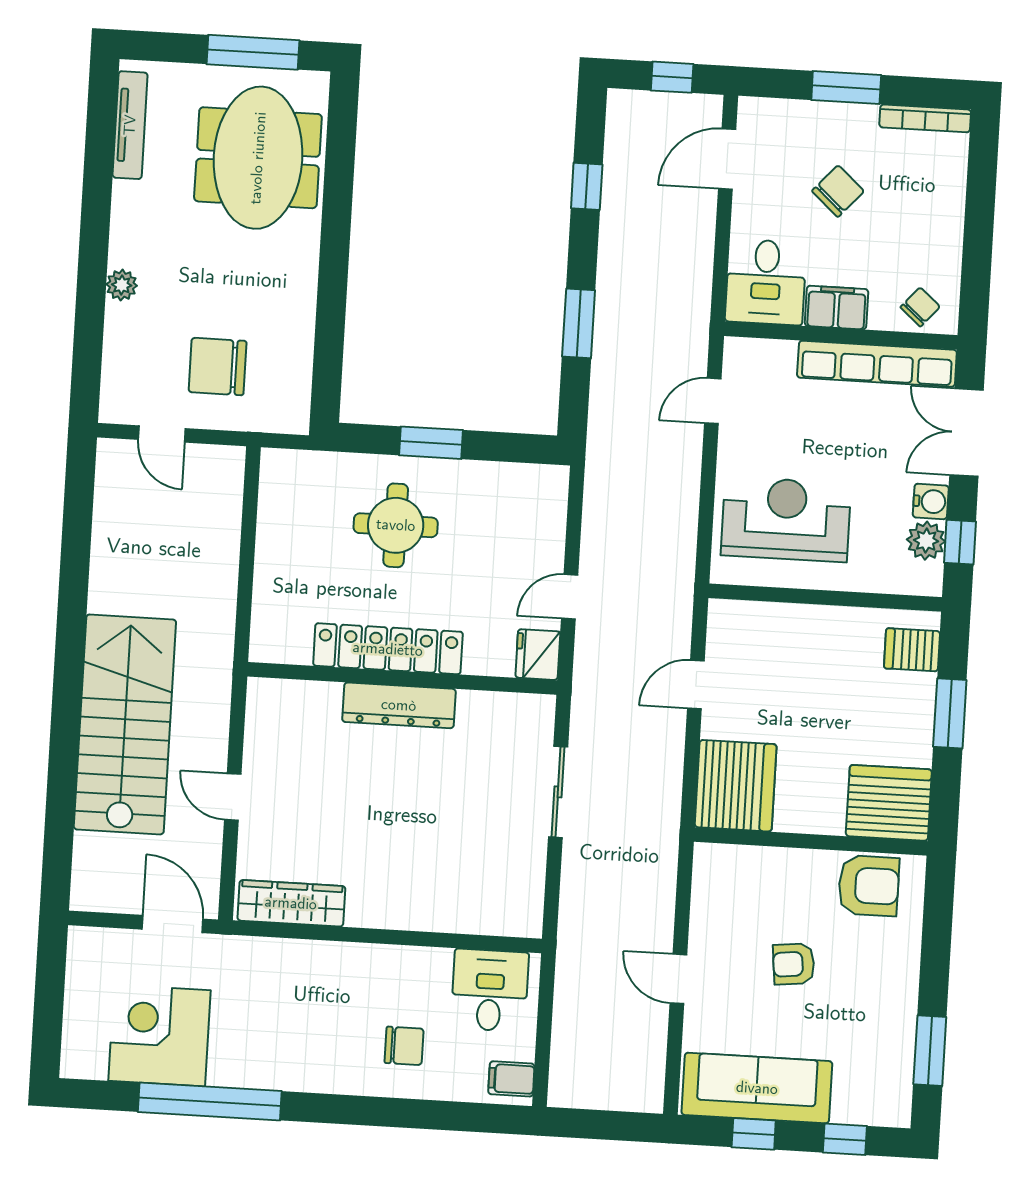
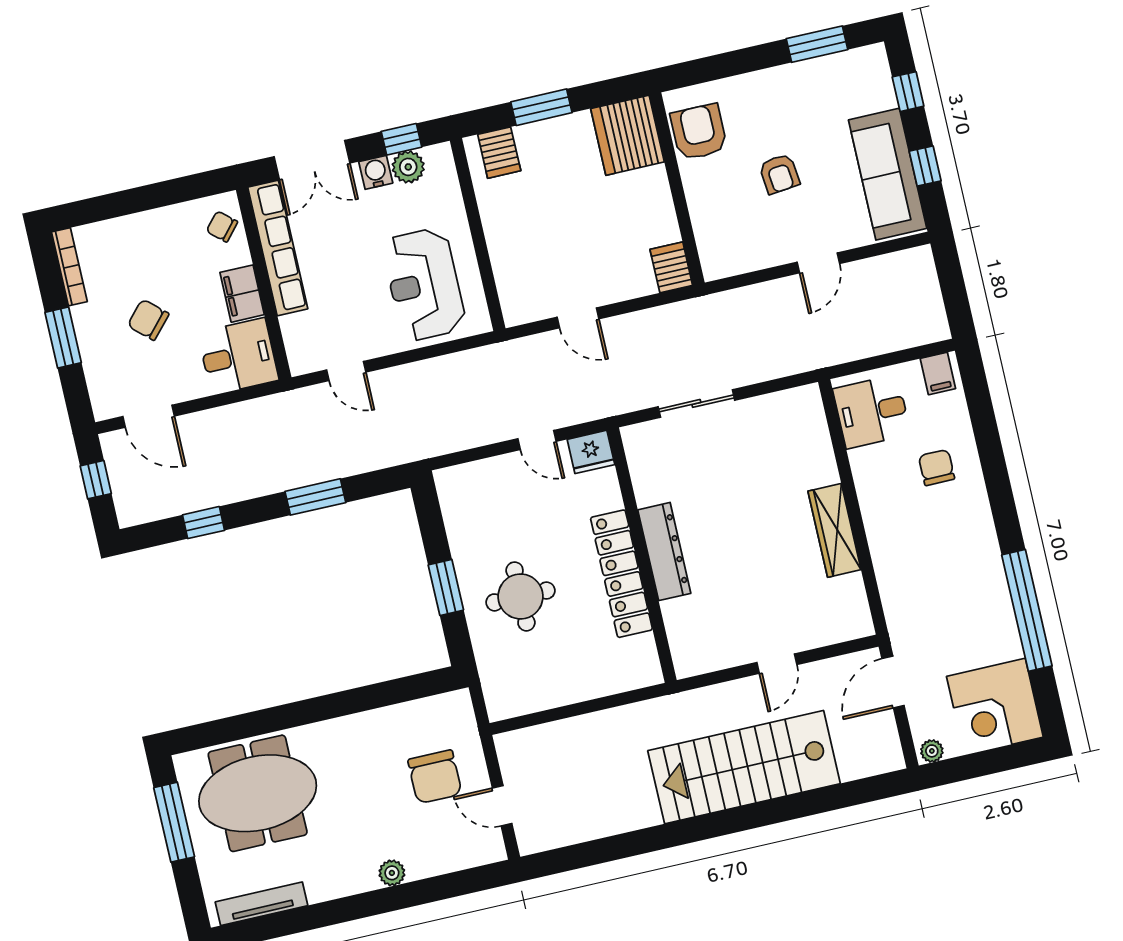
door: (162, 434) -> (502, 806), swing flipped
server rack: (736, 786) -> (671, 267), width x0.46, depth x0.70
wardrobe: (291, 903) -> (835, 530), moved
plant: (80, 945) -> (932, 751), added
corner desk: (160, 1036) -> (995, 707), moved

